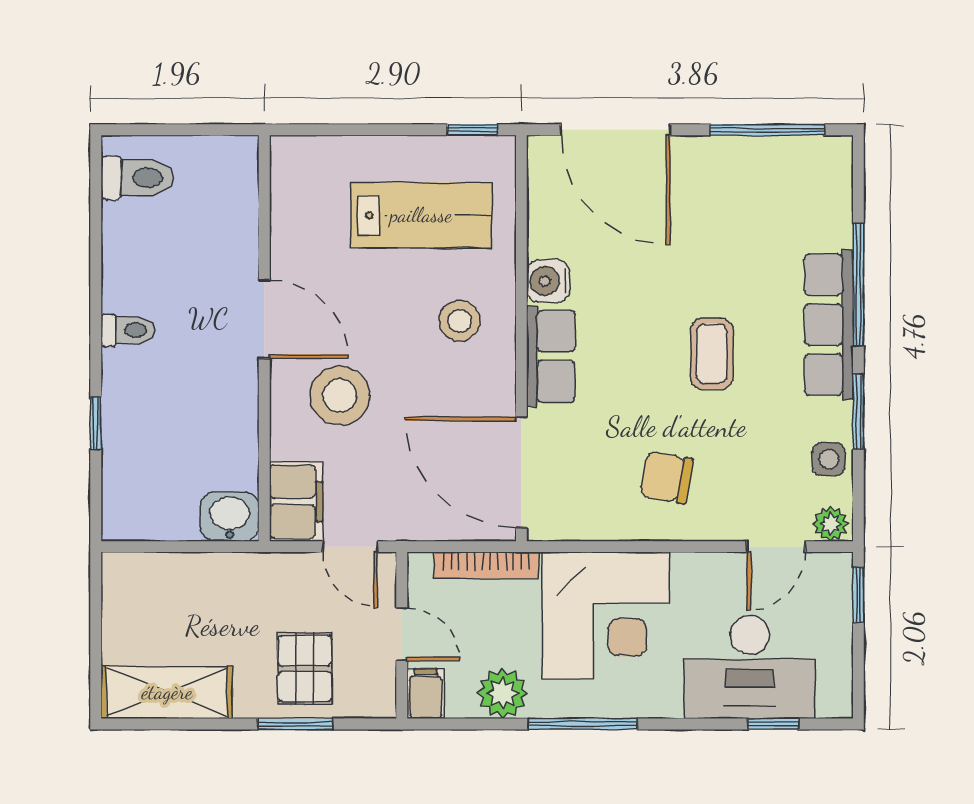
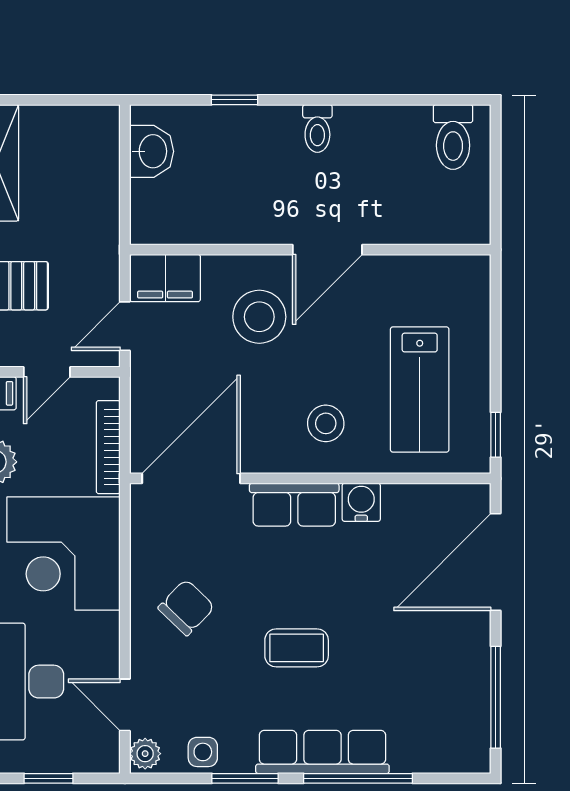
chair: (666, 478) -> (186, 607), turned 34
washbasin: (230, 517) -> (152, 151), moved
window: (858, 595) -> (49, 778), moved

